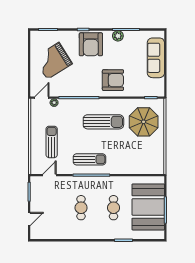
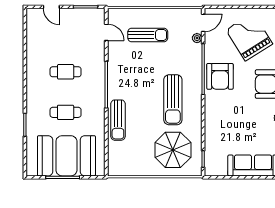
armchair: (113, 80) -> (220, 76), moved
door: (42, 98) -> (203, 23), hinge flipped
sun lounger: (90, 159) -> (118, 120), moved

